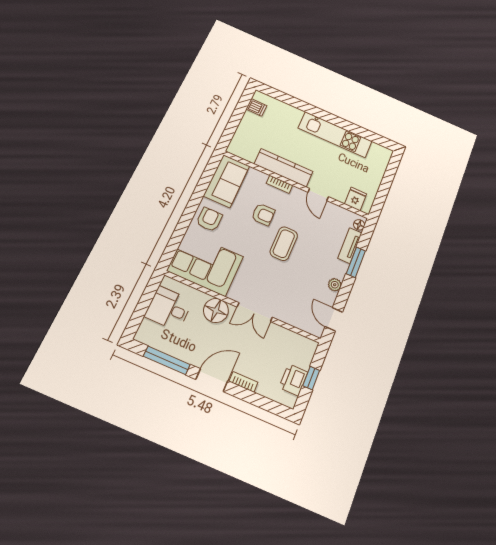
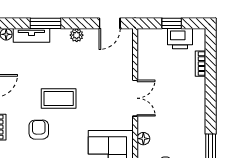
floor lamp: (216, 310) -> (143, 139), width x0.53, depth x0.53
door: (212, 380) -> (211, 110), removed
bookcase: (243, 382) -> (200, 64), moved

